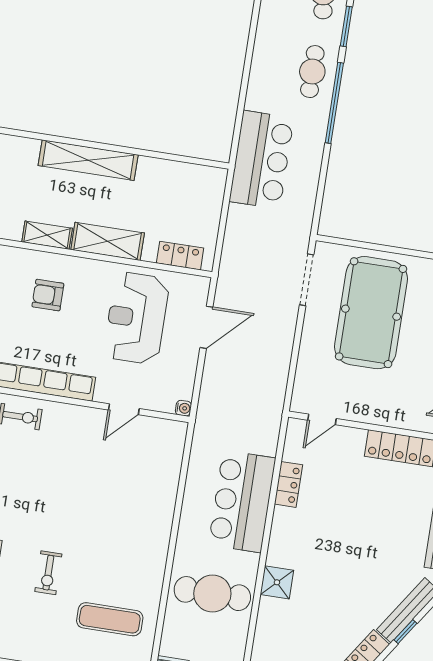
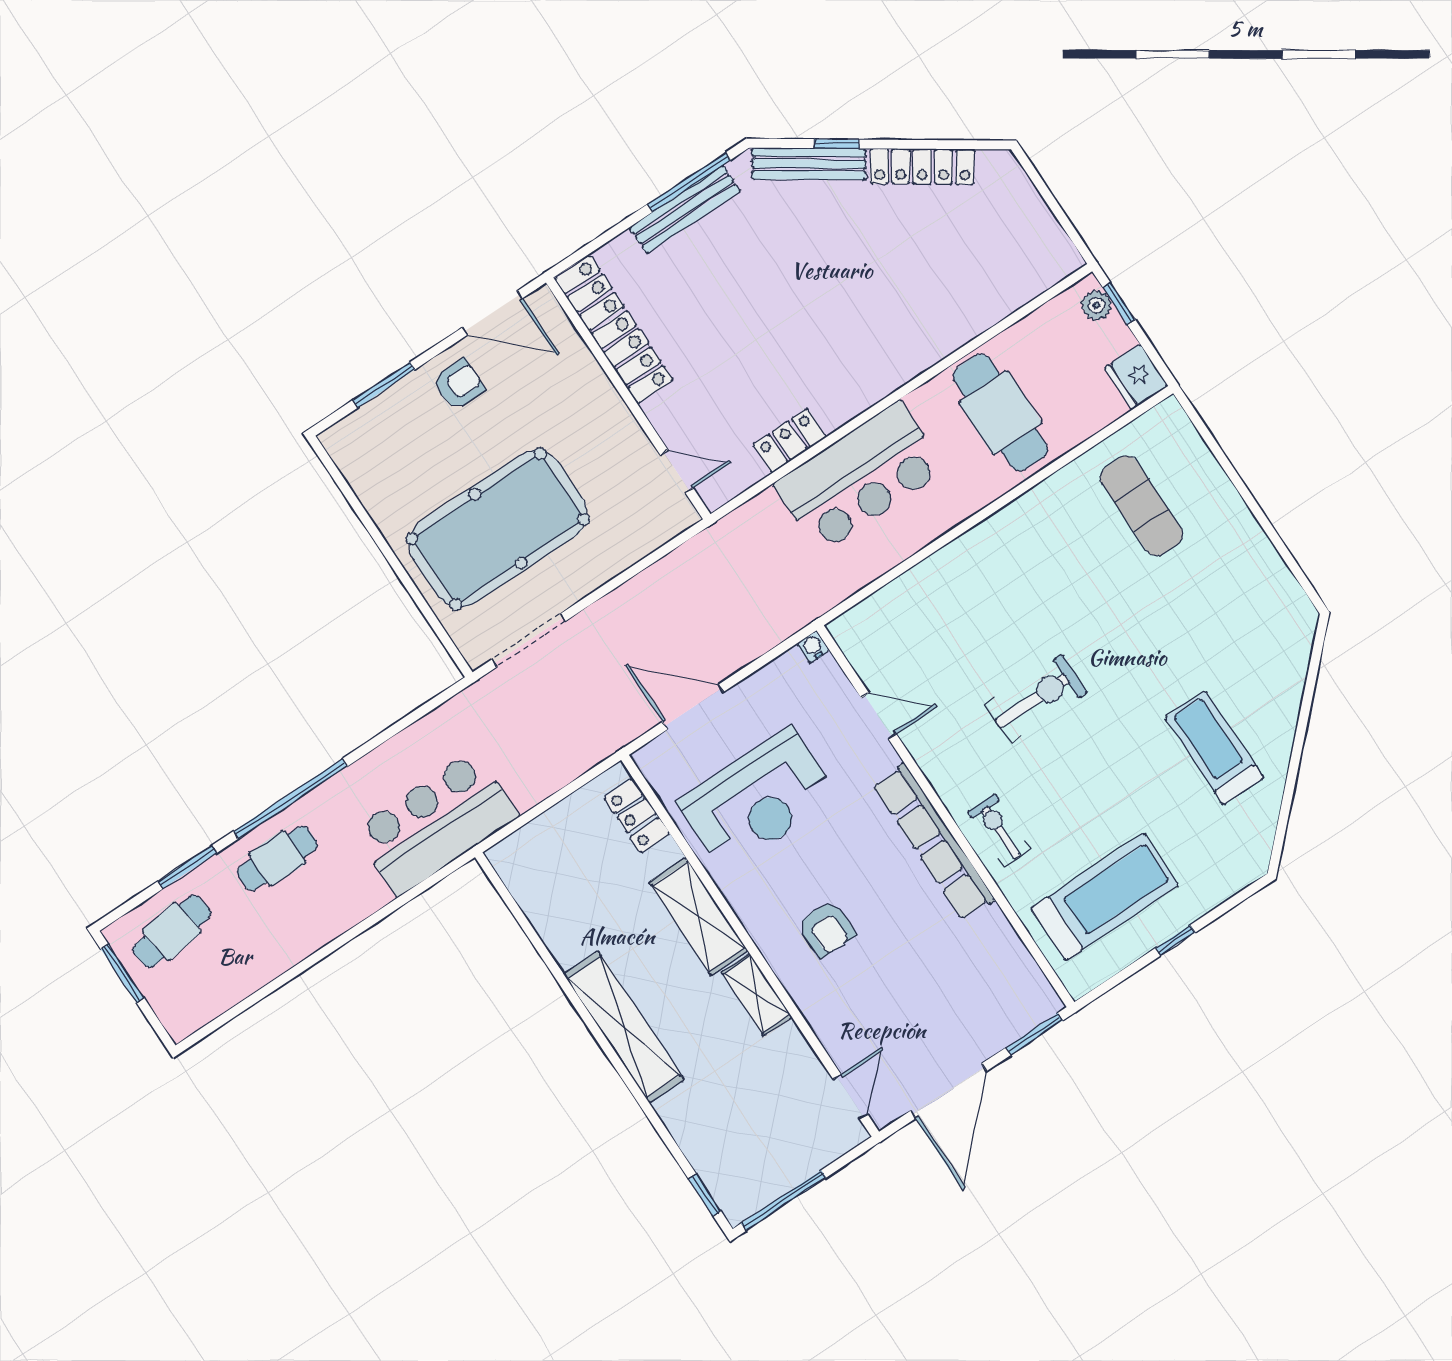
exercise bike: (48, 573) -> (1036, 698), moved, width x1.38, depth x1.39
shower: (277, 582) -> (917, 349), removed

